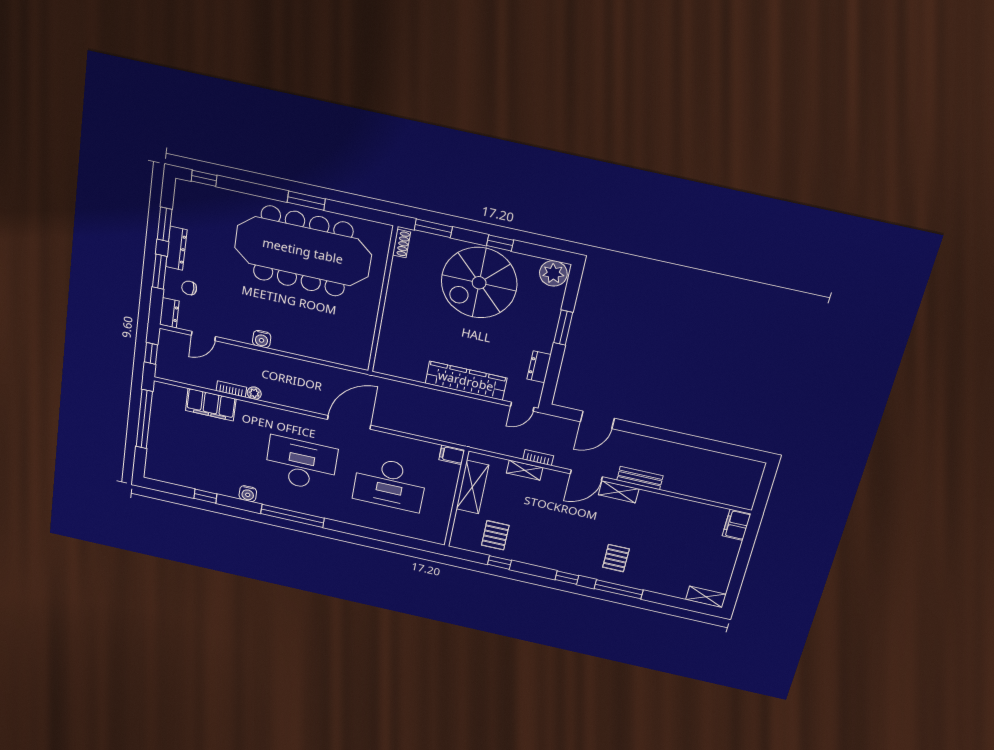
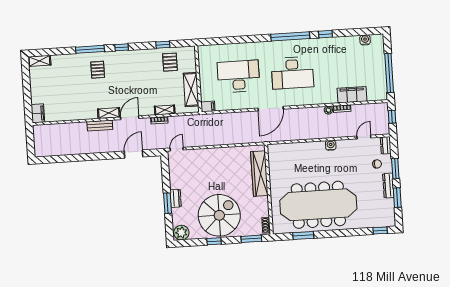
window: (306, 201) -> (303, 235), moved
dresser: (539, 367) -> (176, 198), moved
wardrobe: (466, 381) -> (259, 174), moved, turned 90
water cooler: (248, 494) -> (365, 40), moved
window: (205, 496) -> (325, 34), moved

